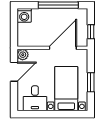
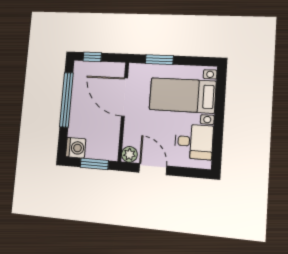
window: (14, 30) -> (94, 164), added
window: (91, 32) -> (92, 57), moved
window: (91, 82) -> (159, 60), moved

